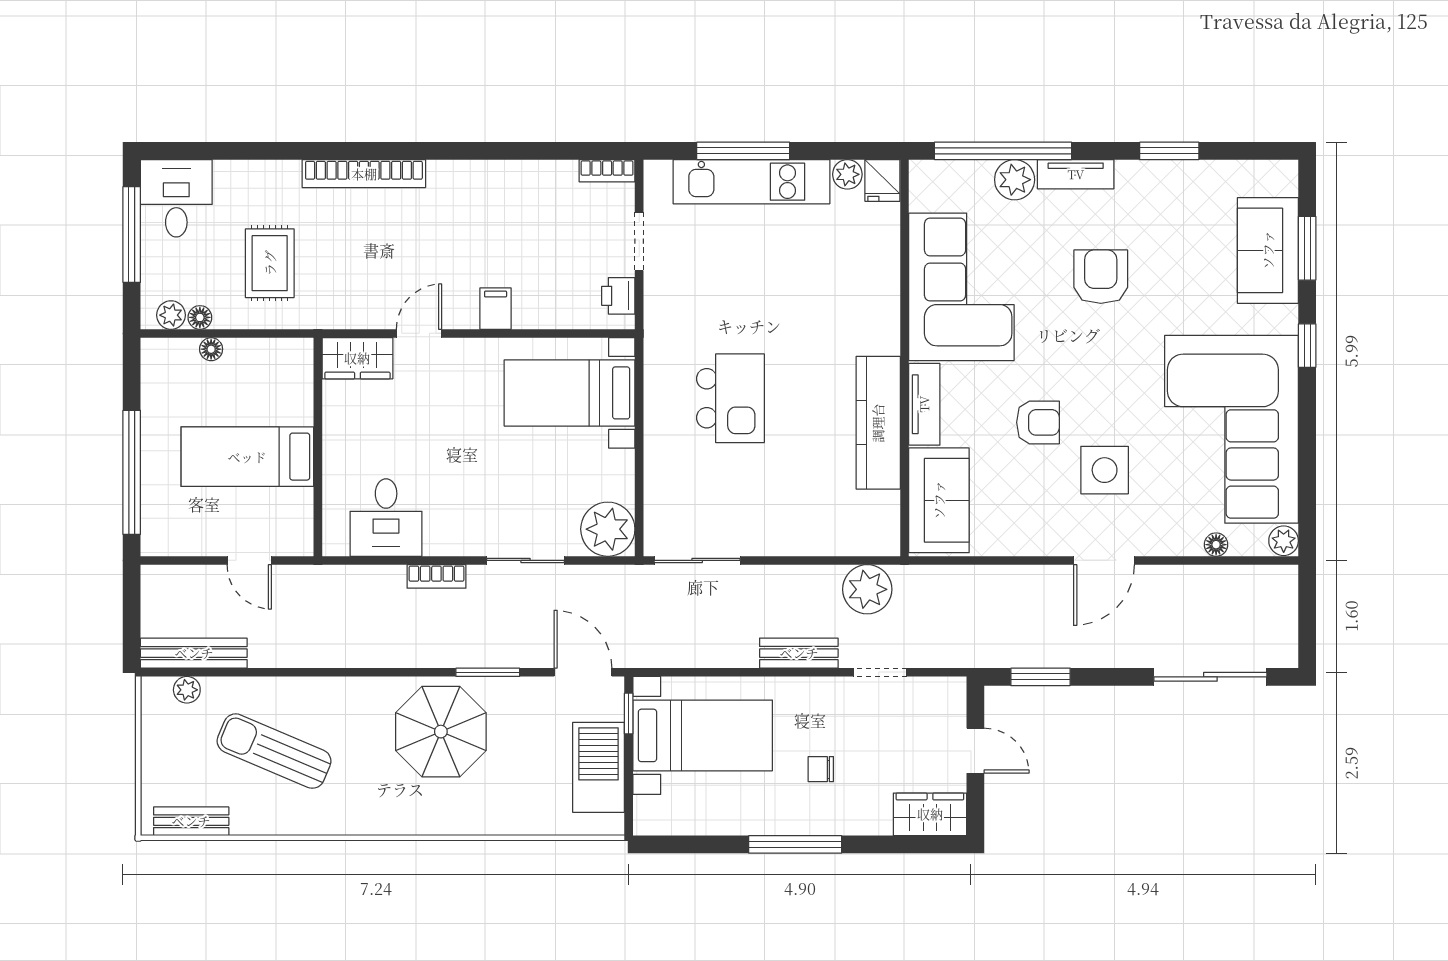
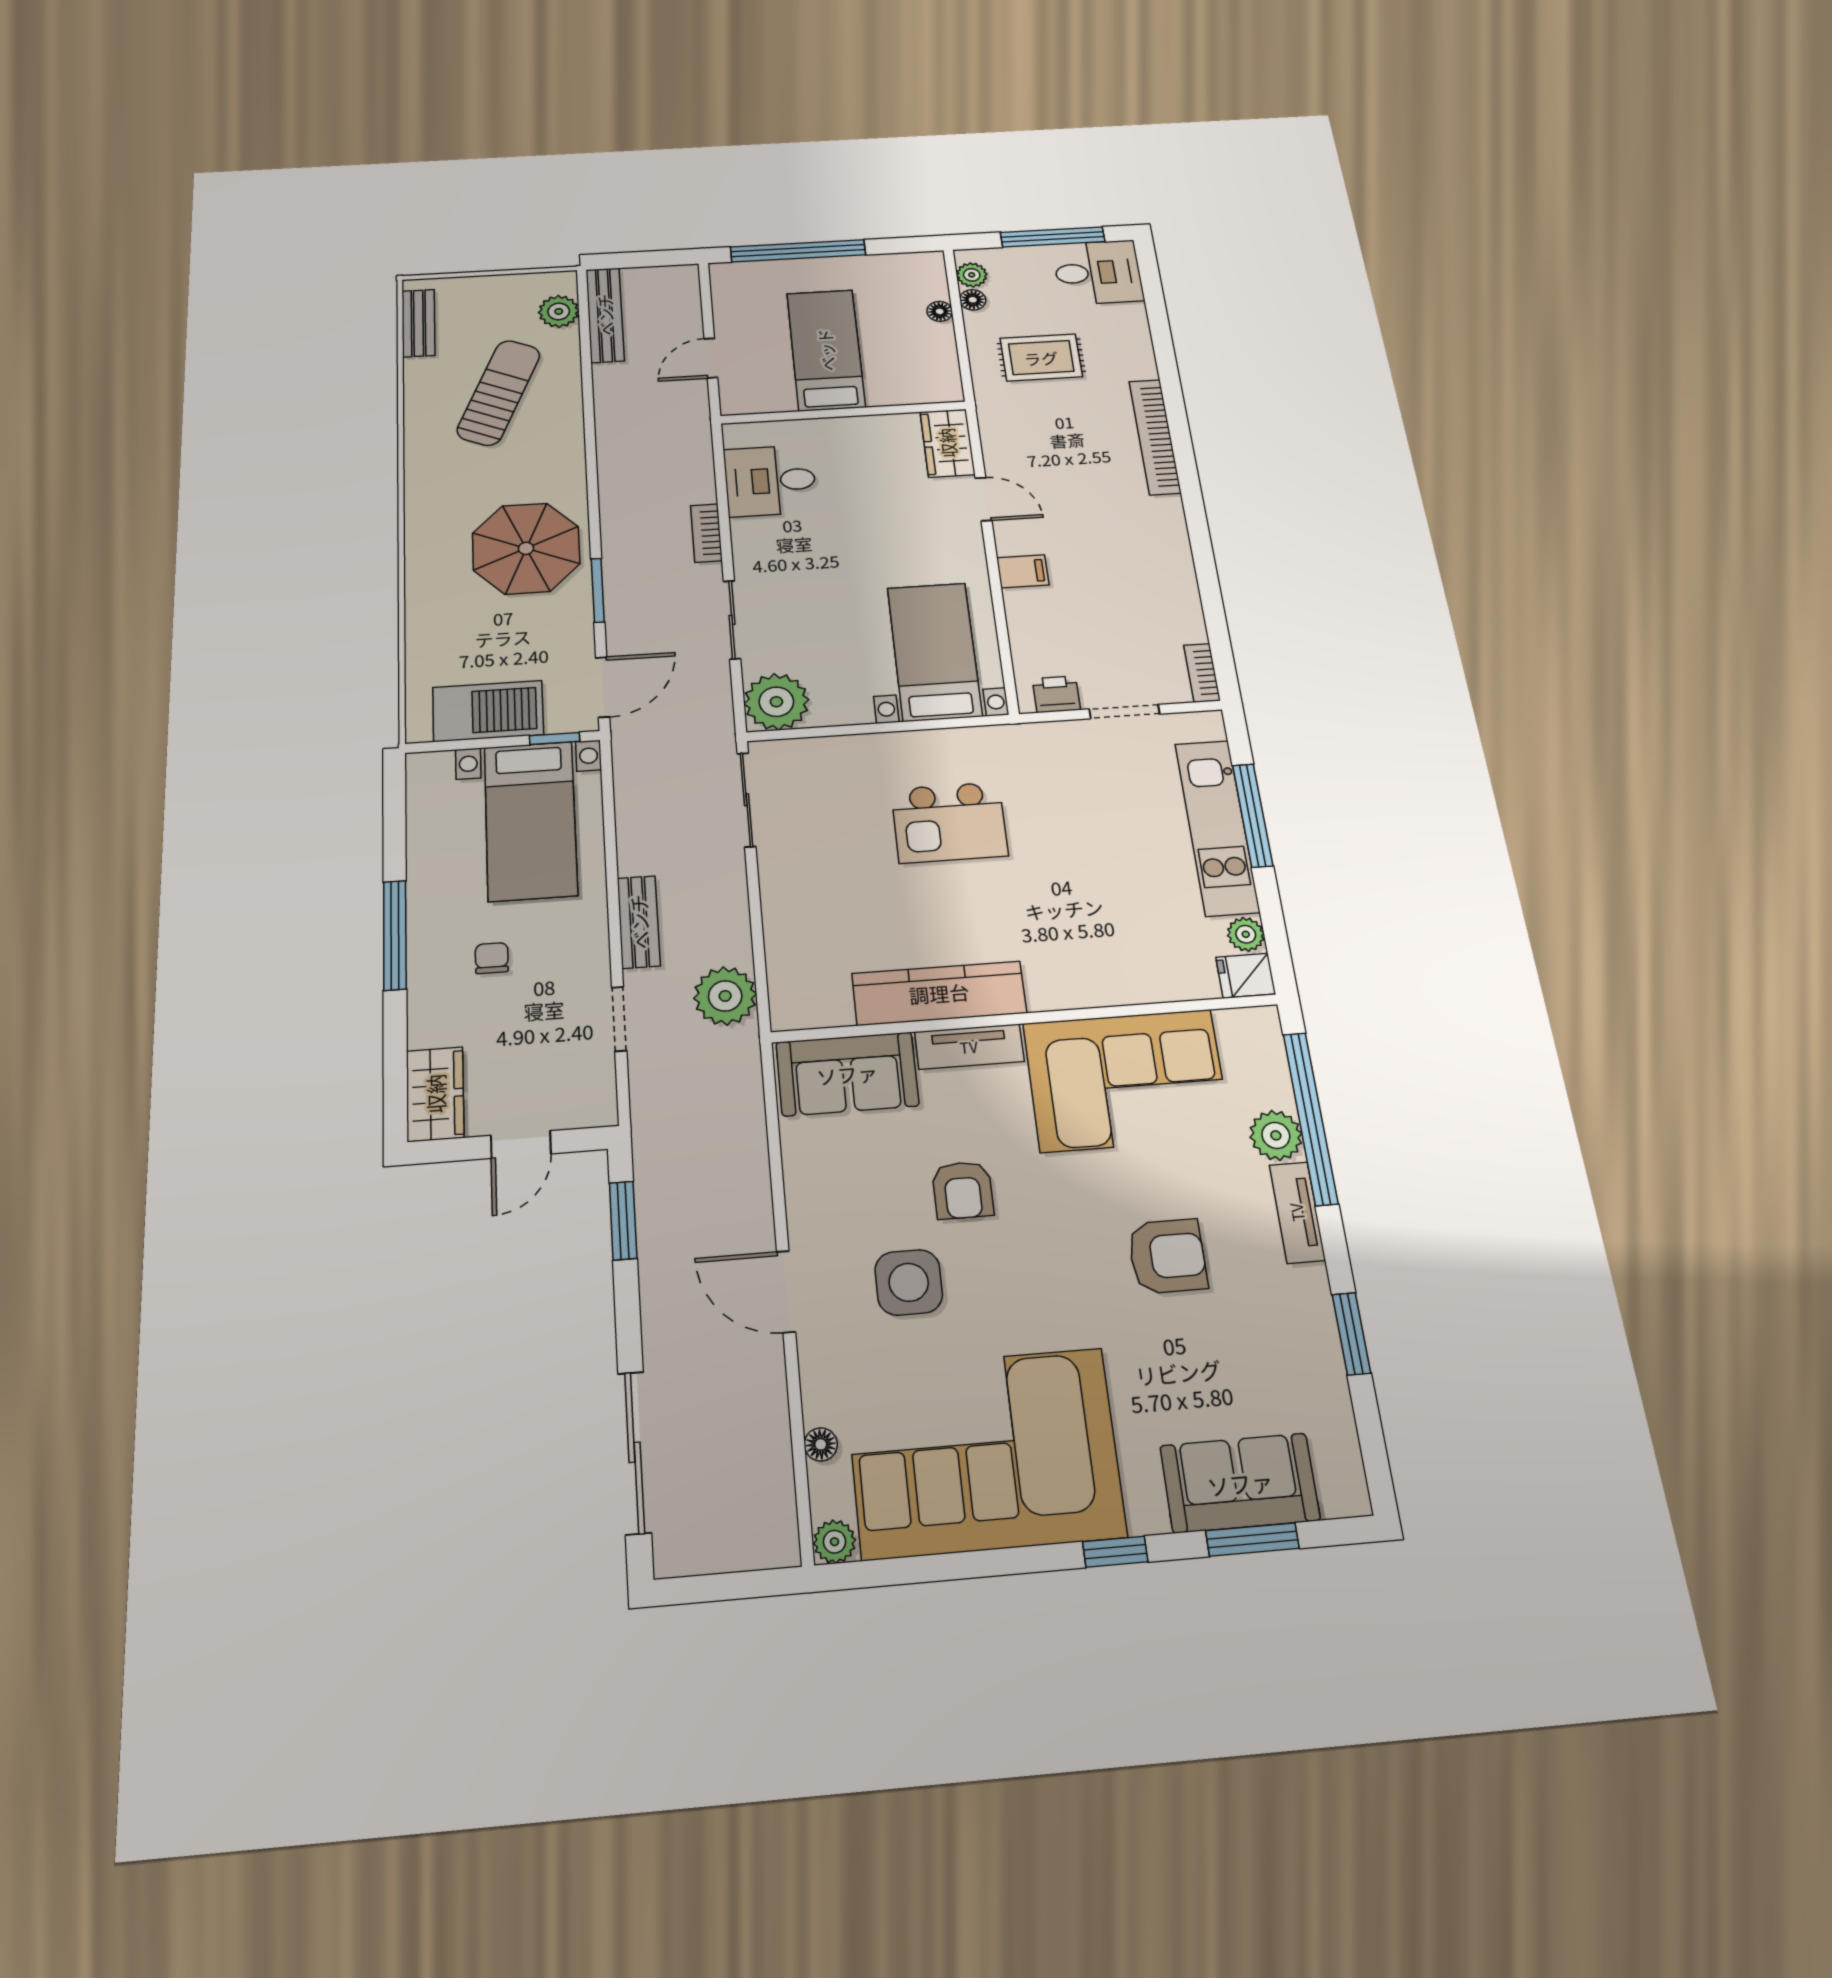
plant: (187, 690) -> (559, 311), width x1.38, depth x1.38

